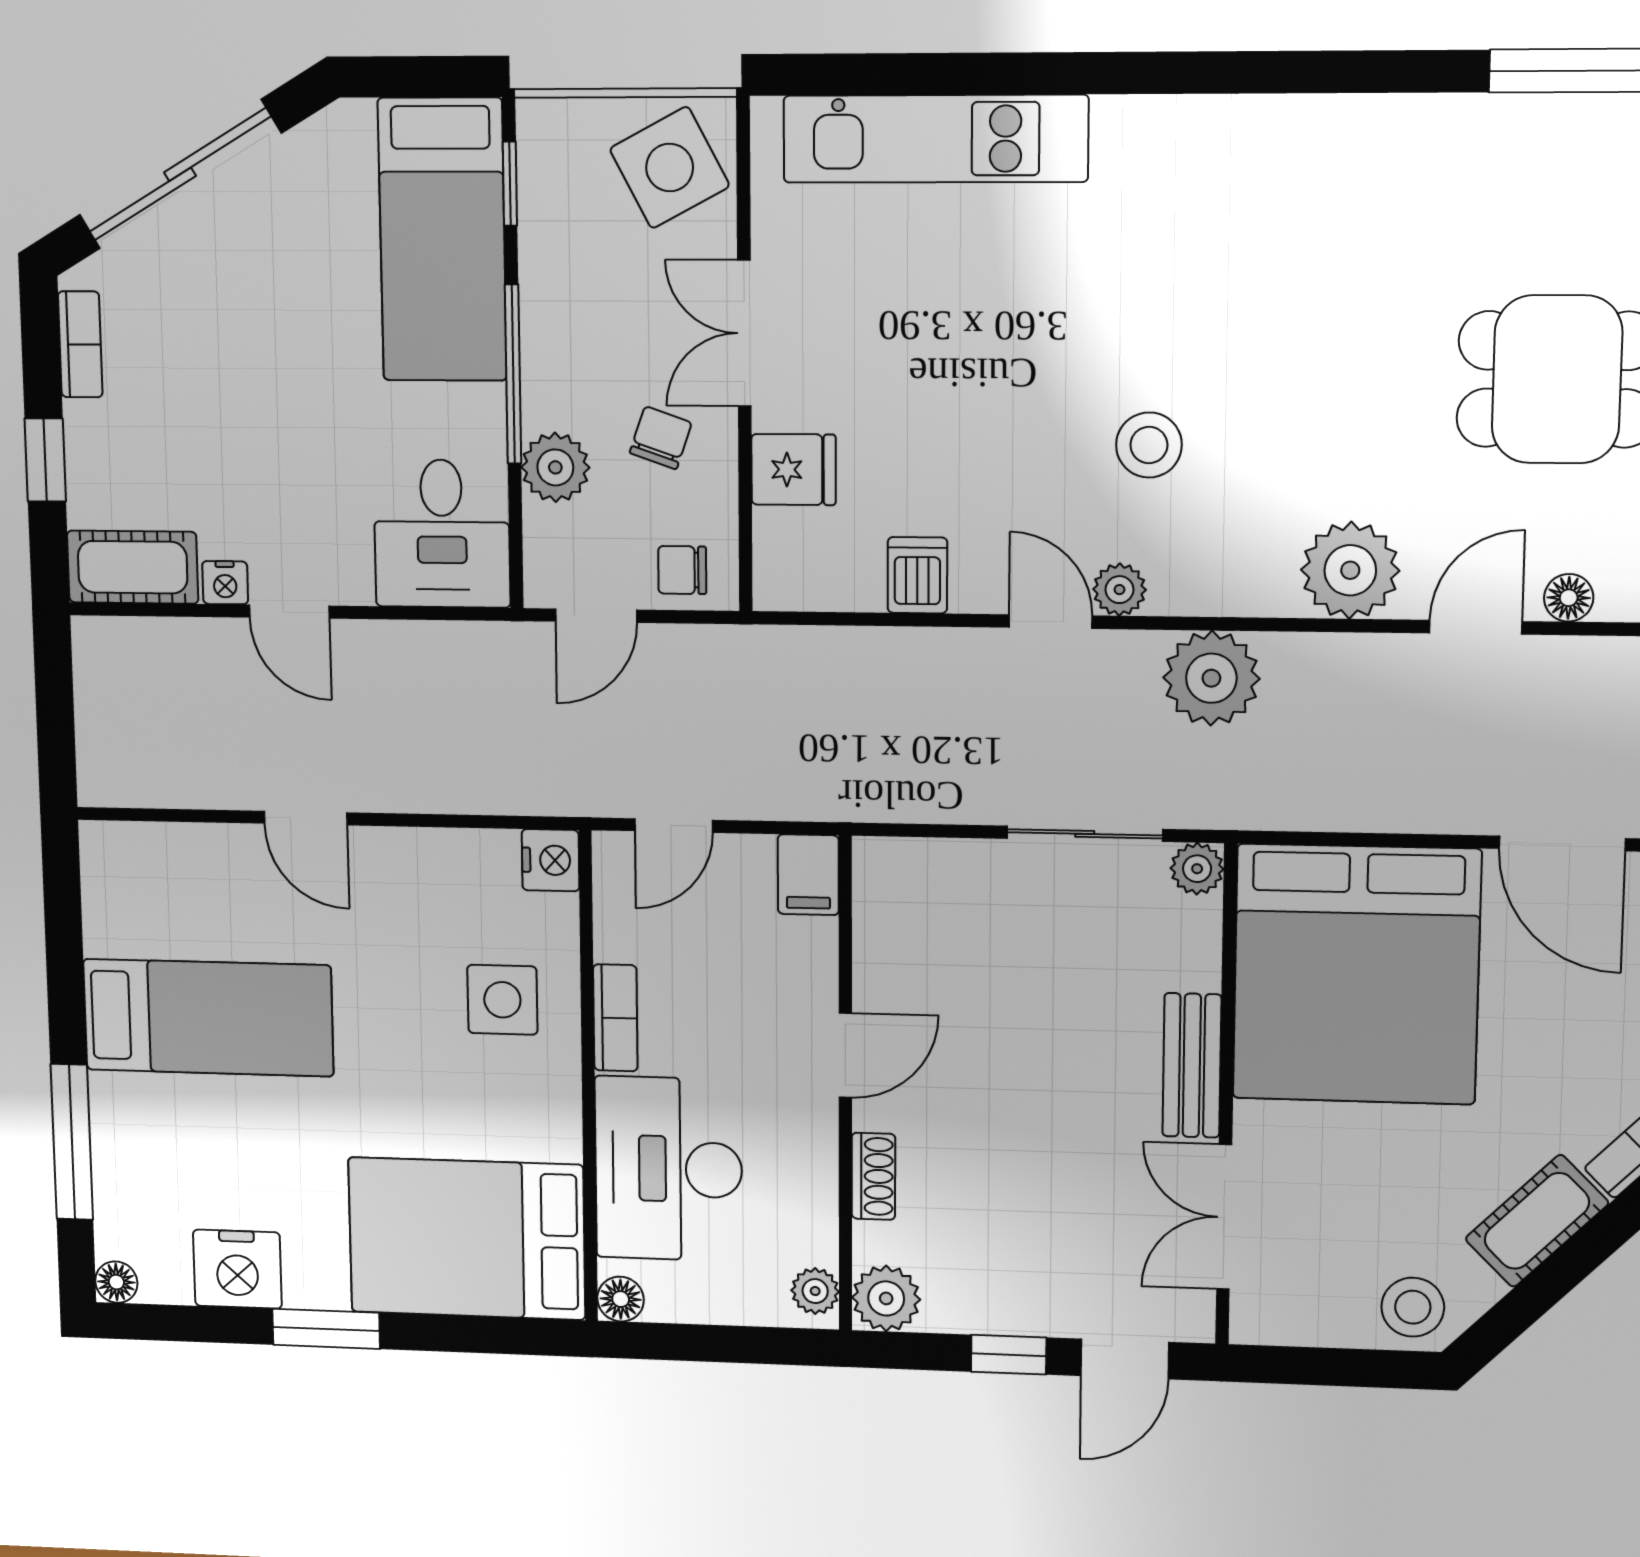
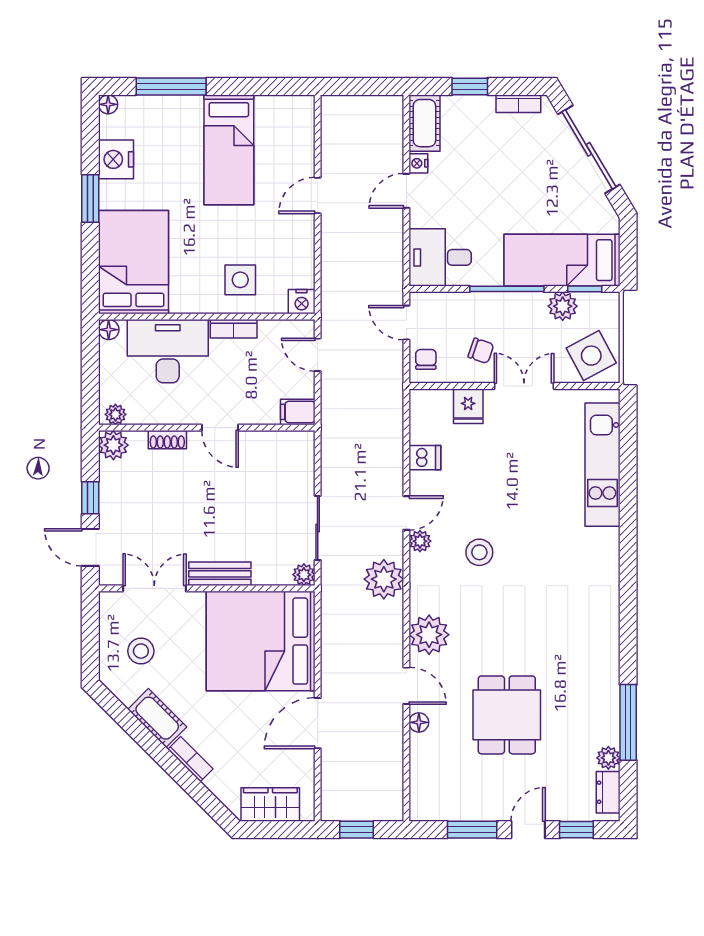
plant: (555, 467) -> (563, 306), moved
stool: (1413, 1307) -> (141, 651), moved

